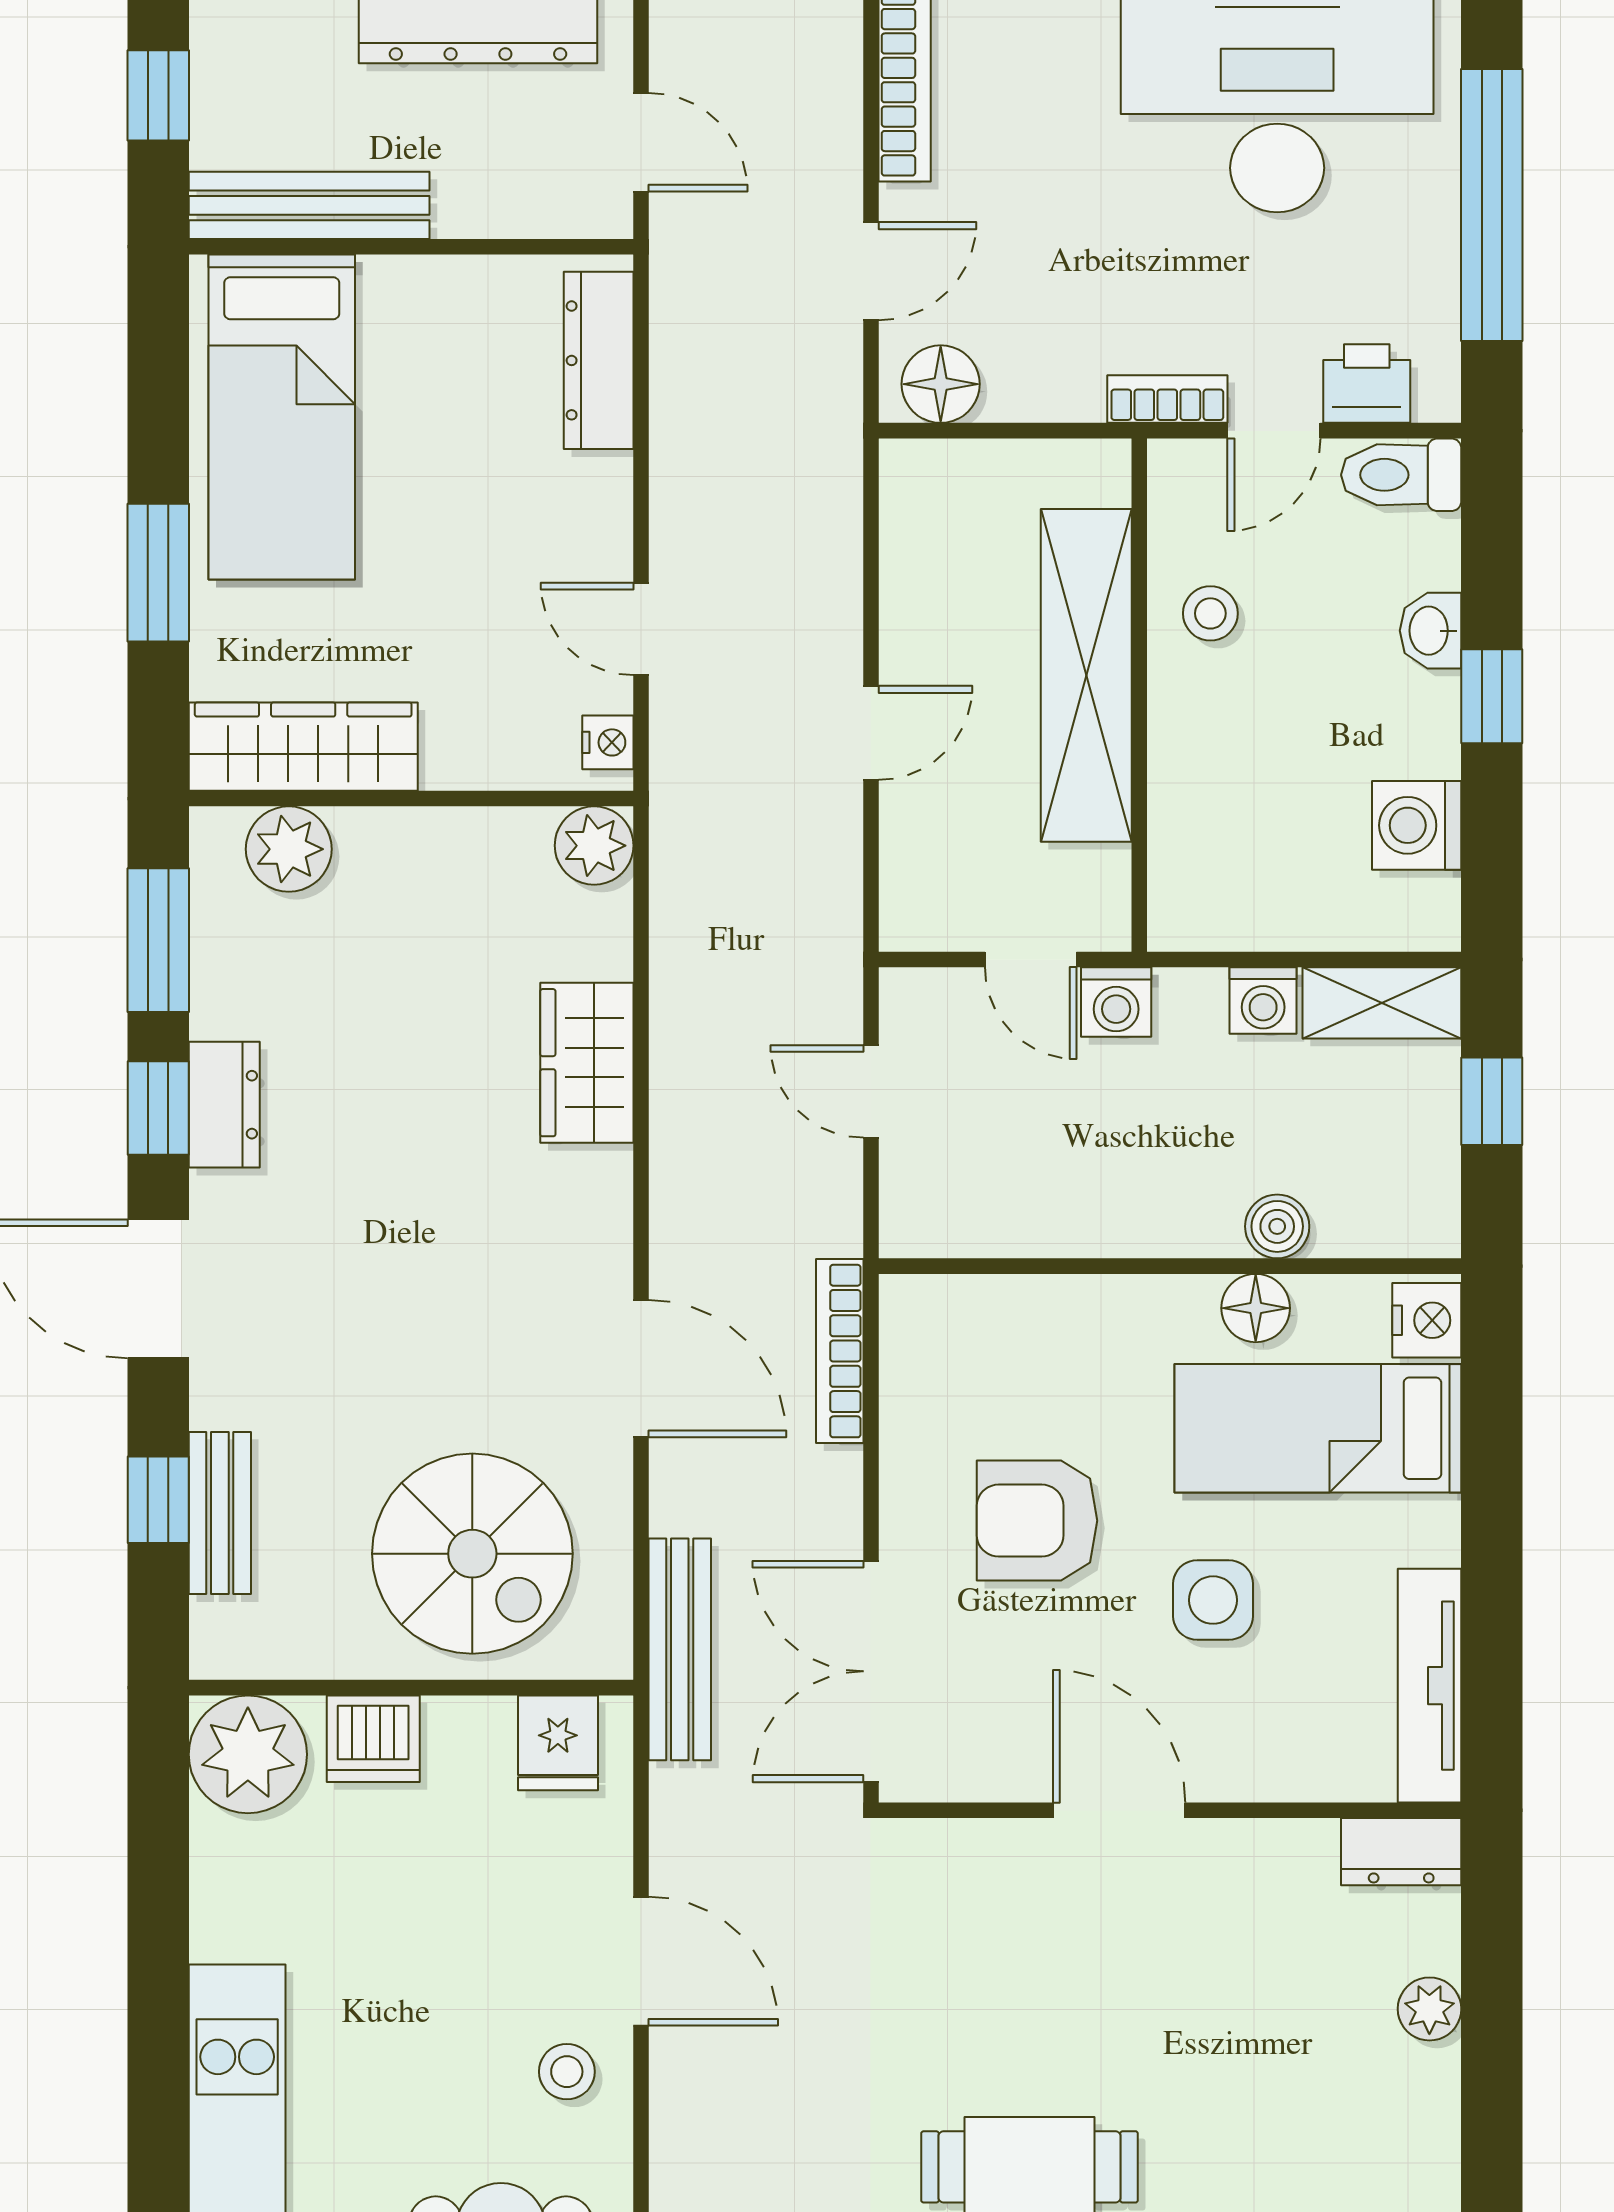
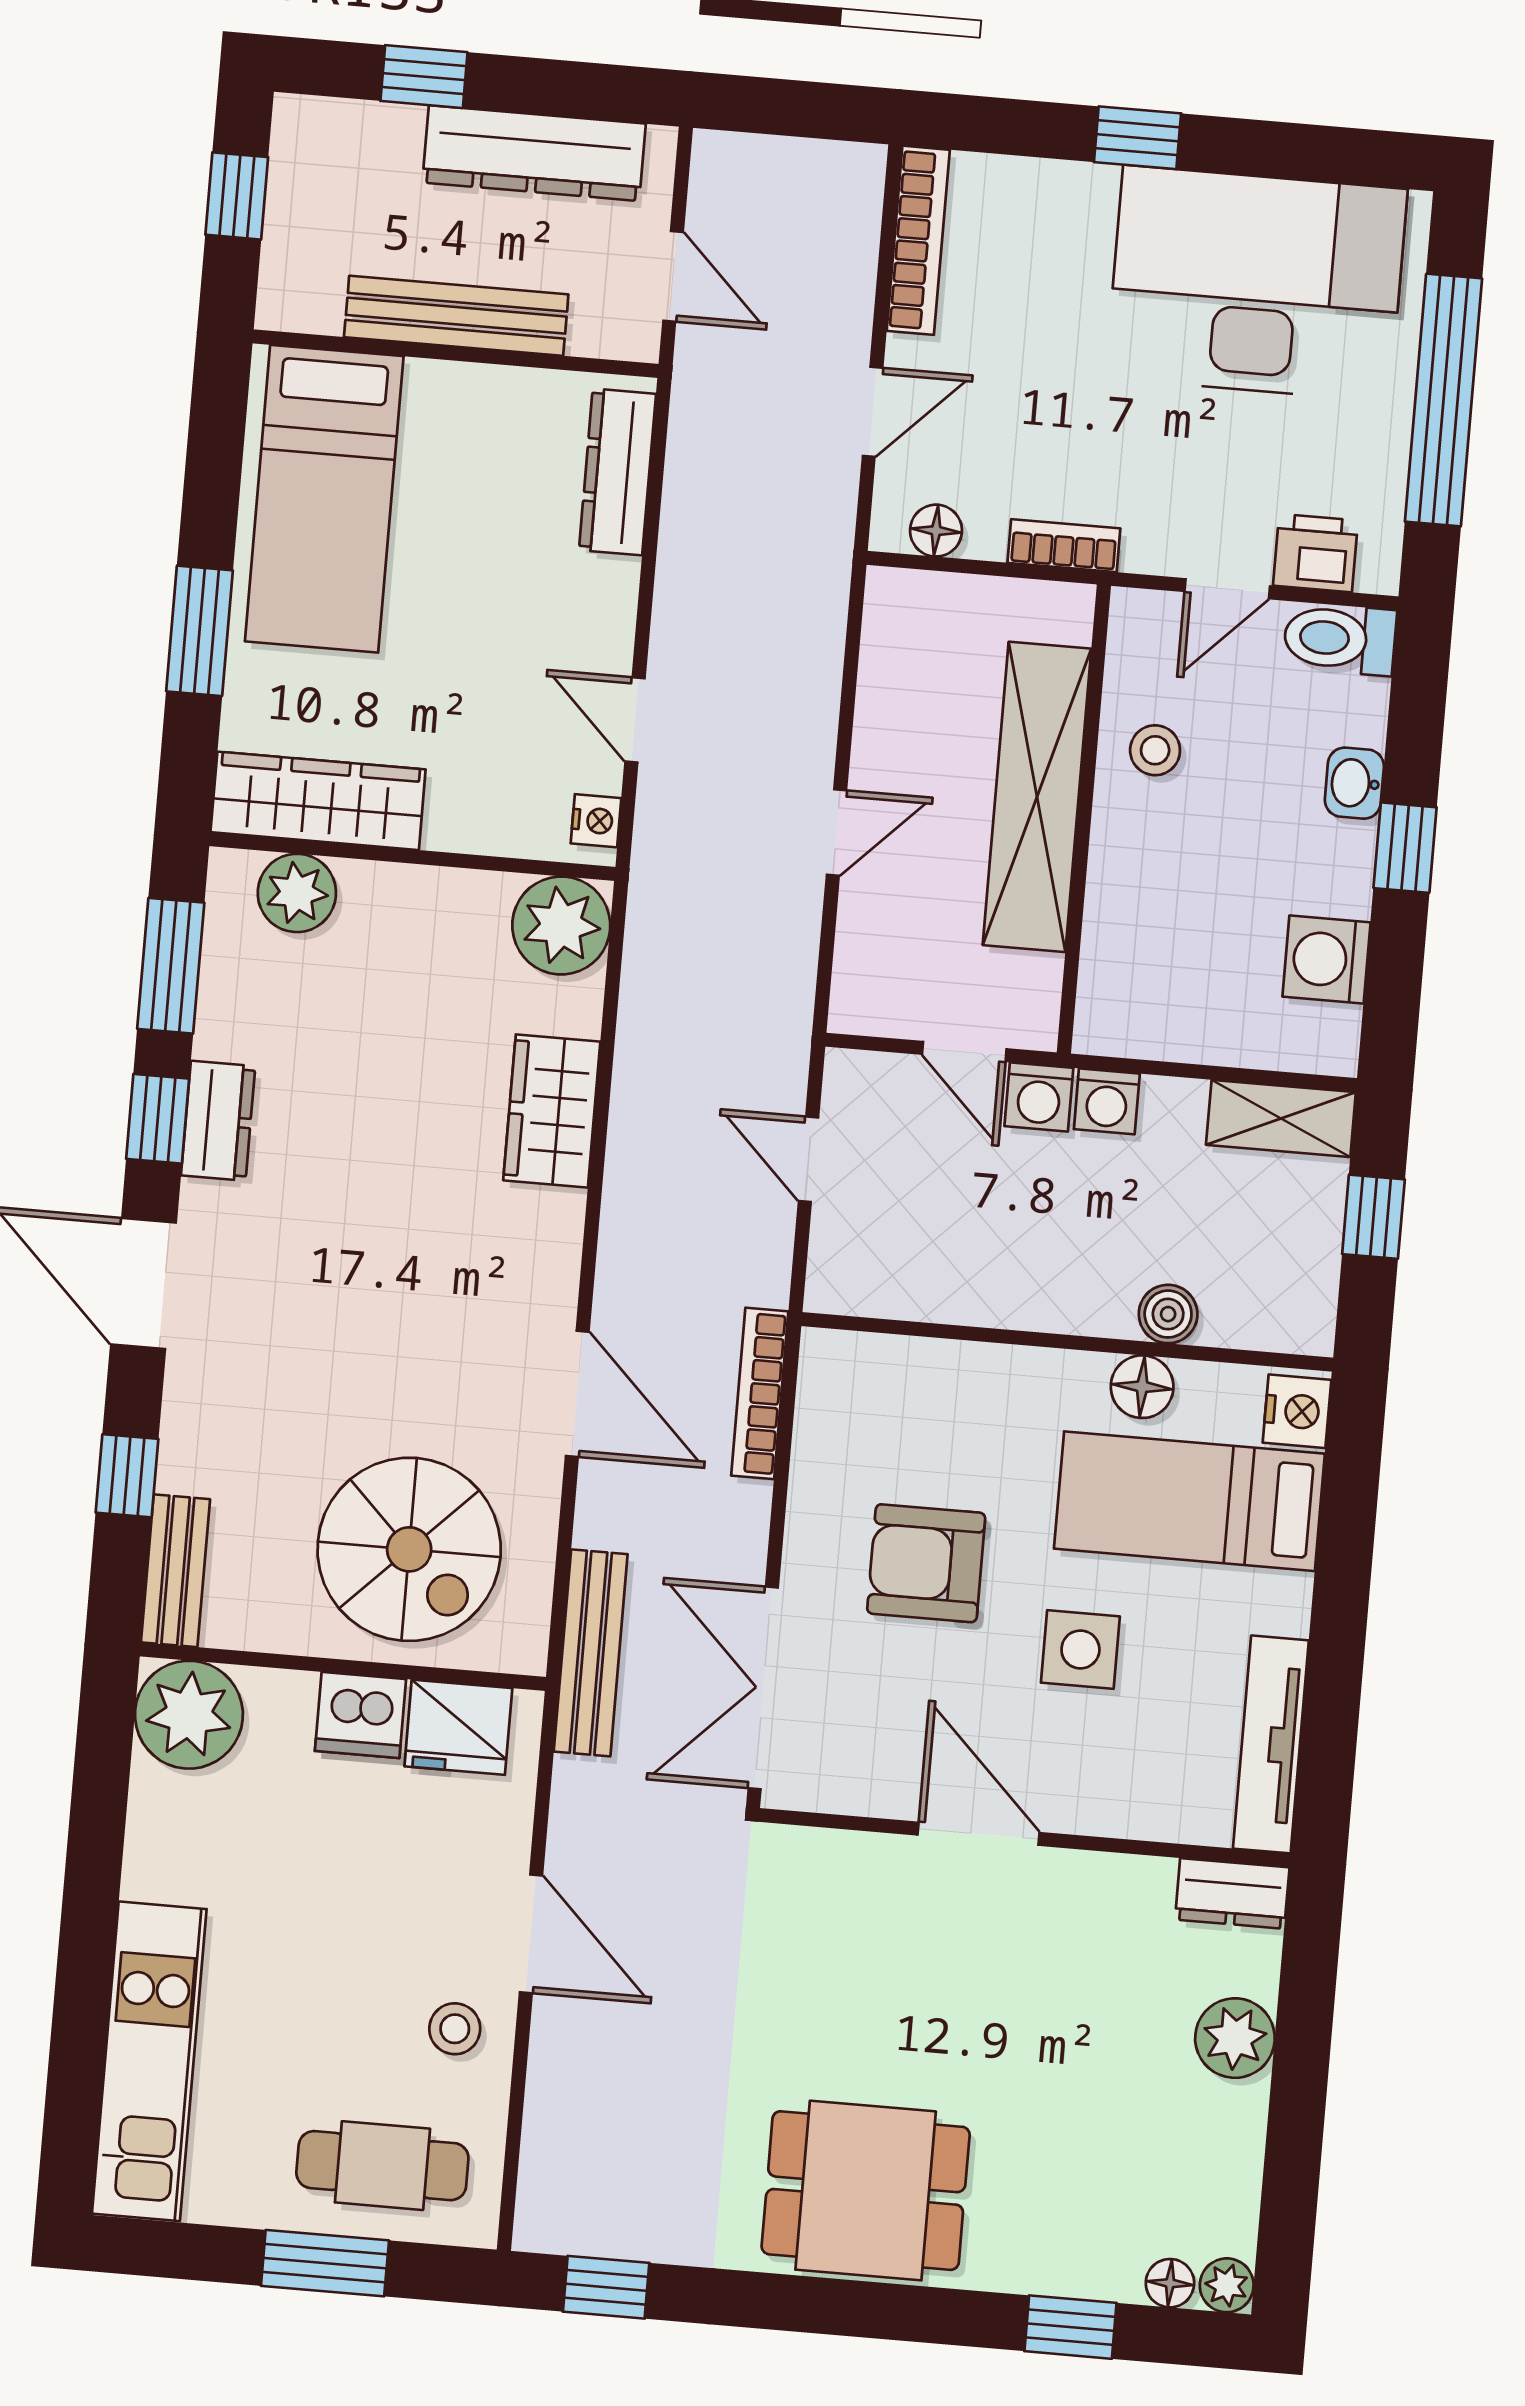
bench: (309, 205) -> (456, 316), moved
floor lamp: (941, 384) -> (936, 531), width x0.73, depth x0.73
bookcase: (1167, 399) -> (1064, 546), moved
plant: (594, 846) -> (561, 925), width x1.36, depth x1.36
washing machine: (1263, 1001) -> (1107, 1101), moved
bench: (220, 1513) -> (176, 1571), moved
dishwasher: (373, 1739) -> (360, 1715), moved
fridge: (558, 1743) -> (458, 1727), width x1.38
plant: (1429, 2009) -> (1235, 2038), width x1.38, depth x1.38

